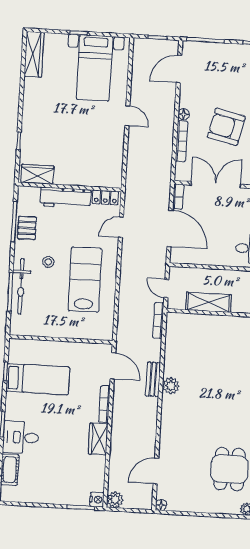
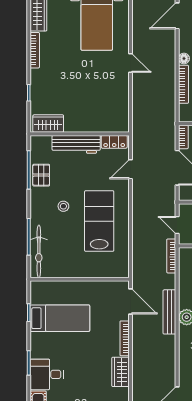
bookcase: (28, 97) -> (35, 50), added
bicycle: (21, 286) -> (39, 251), moved
bench: (153, 379) -> (169, 312), width x1.36

